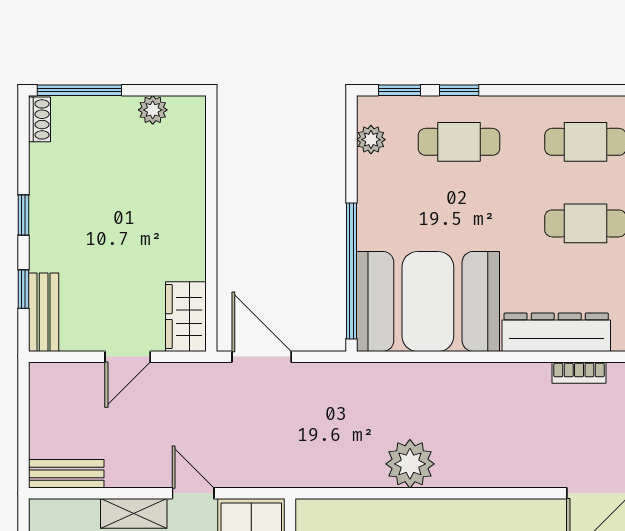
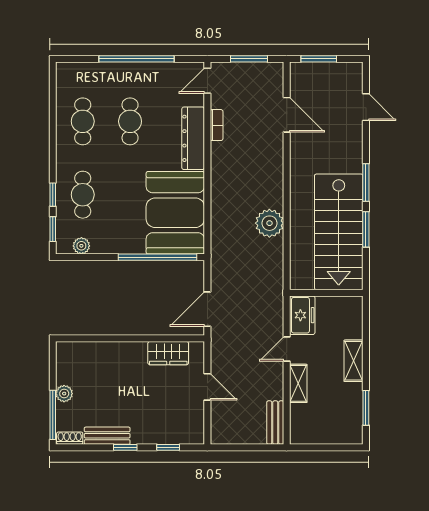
plant: (153, 110) -> (64, 394), moved
bench: (44, 312) -> (107, 436), moved
wardrobe: (186, 317) -> (168, 353), moved

